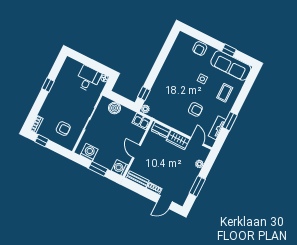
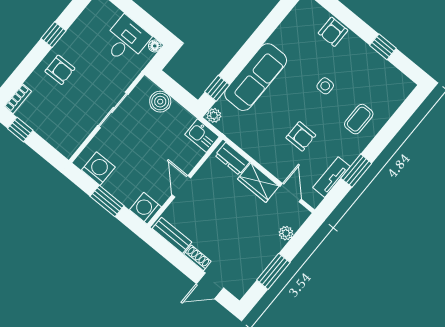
sofa: (231, 65) -> (256, 77), moved, turned -90
armchair: (63, 129) -> (60, 70), moved

